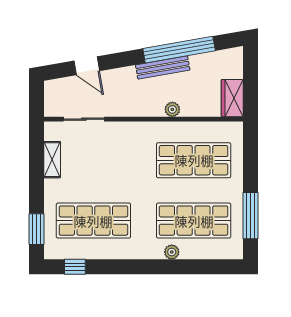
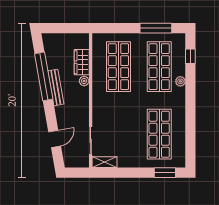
wardrobe: (232, 98) -> (82, 62), moved, turned 90
shelving: (52, 160) -> (104, 162), moved
window: (75, 267) -> (190, 56), moved

